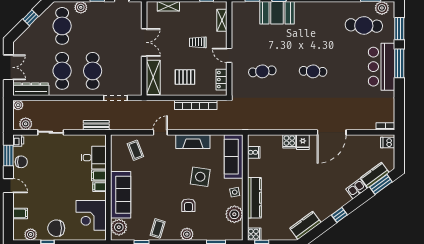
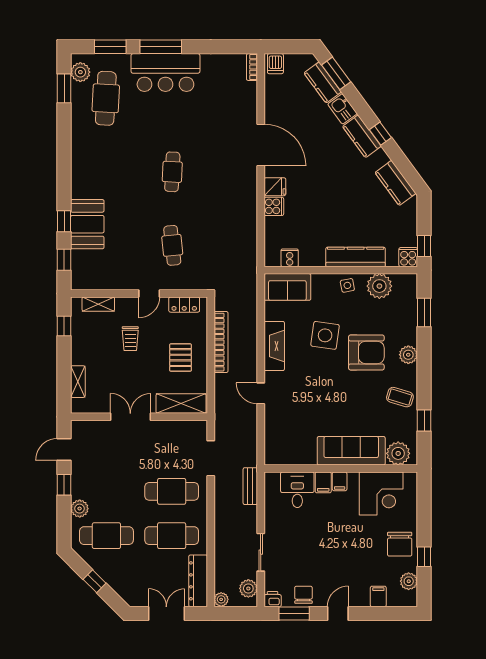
coffee table: (135, 150) -> (287, 429), removed
sofa: (234, 157) -> (287, 287), width x0.73
kitchen counter: (338, 202) -> (362, 136), added
armchair: (188, 205) -> (366, 352), width x1.88, depth x1.88

